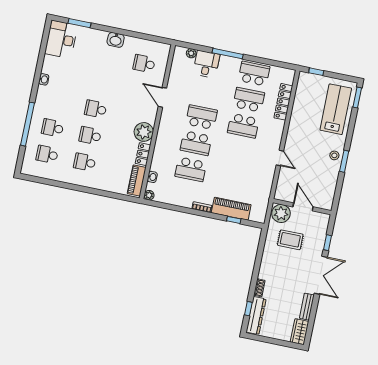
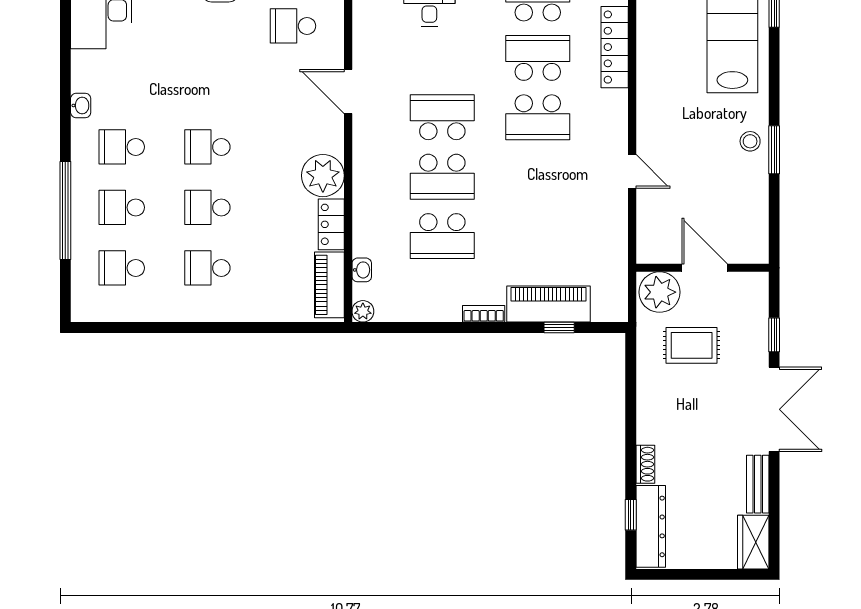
school desk: (58, 101) -> (122, 147), added

